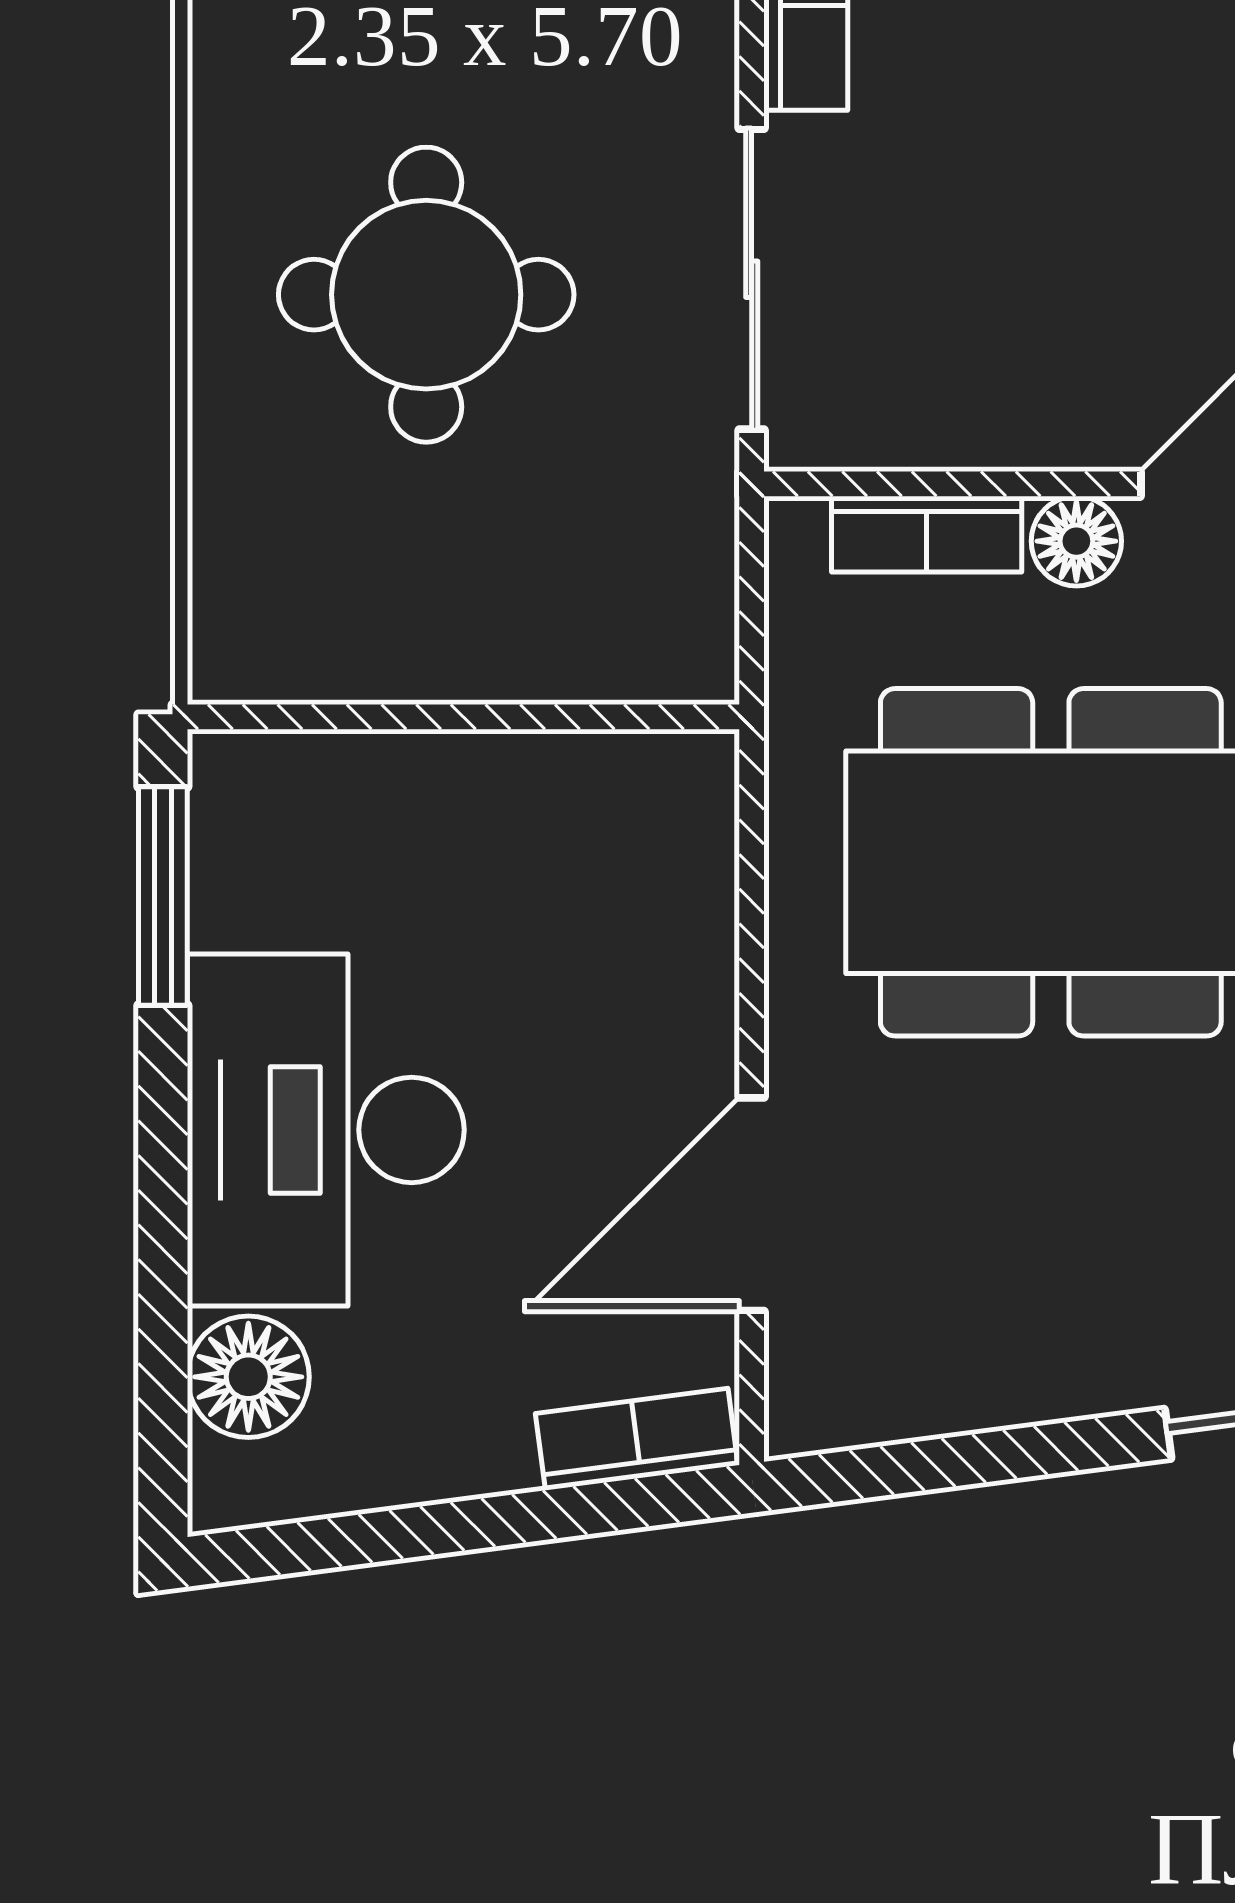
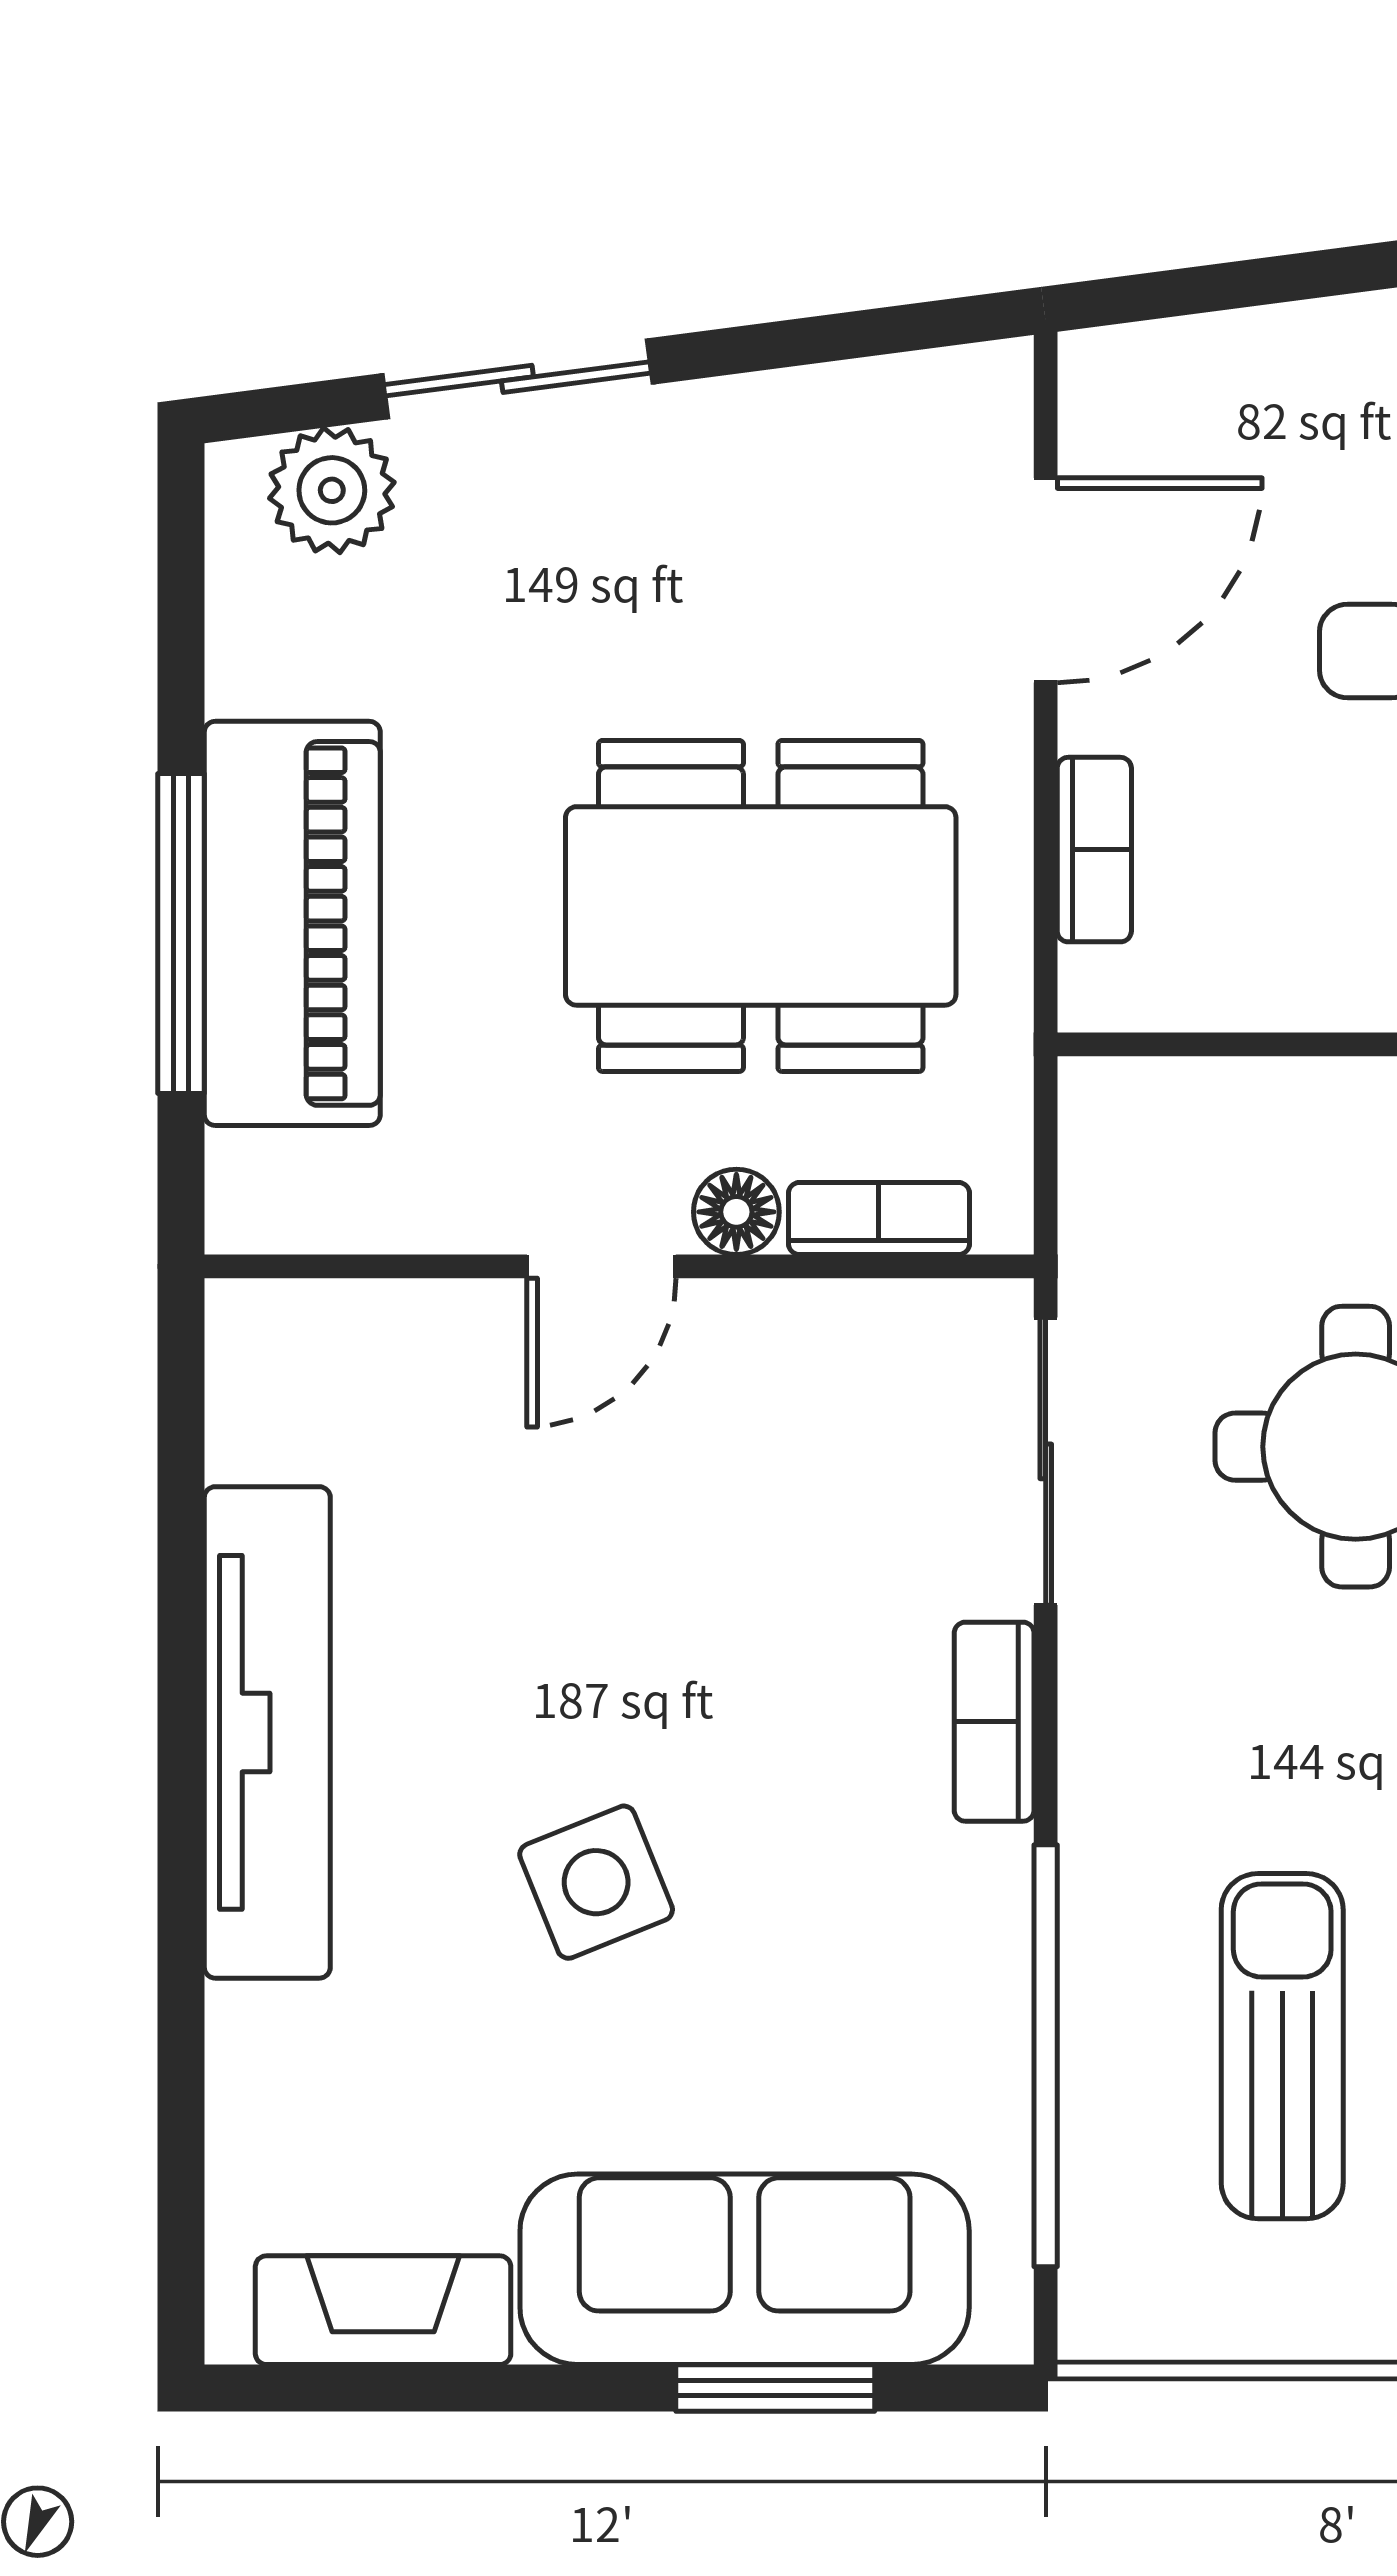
bookcase: (637, 1439) -> (1094, 850), moved, turned -83

